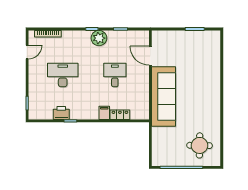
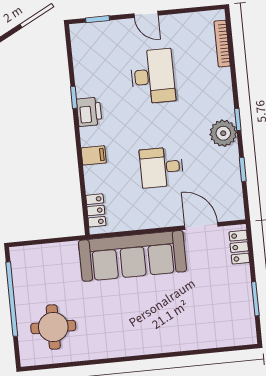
locker: (165, 35) -> (239, 247), added
door: (27, 52) -> (146, 14), moved
door: (150, 56) -> (201, 226), hinge flipped
desk: (115, 75) -> (162, 167), turned 180
printer: (61, 113) -> (89, 112), moved
locker: (120, 115) -> (96, 210), moved

